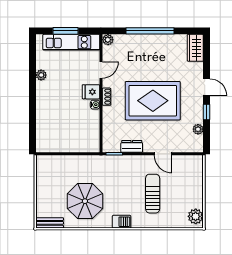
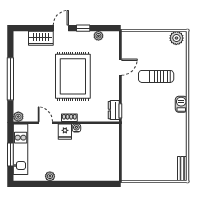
wardrobe: (195, 48) -> (41, 38), moved
dresser: (132, 146) -> (114, 110), moved
parasol: (85, 201) -> (163, 137), removed

